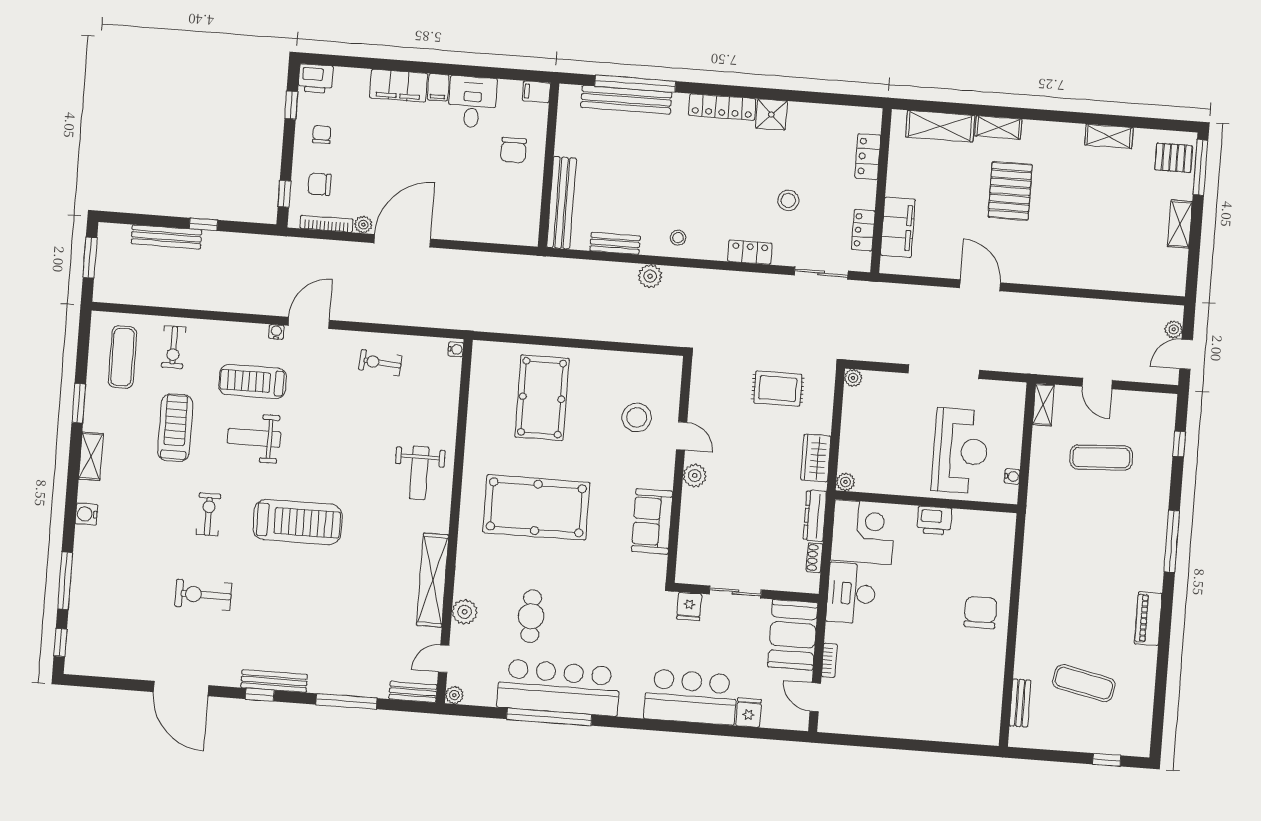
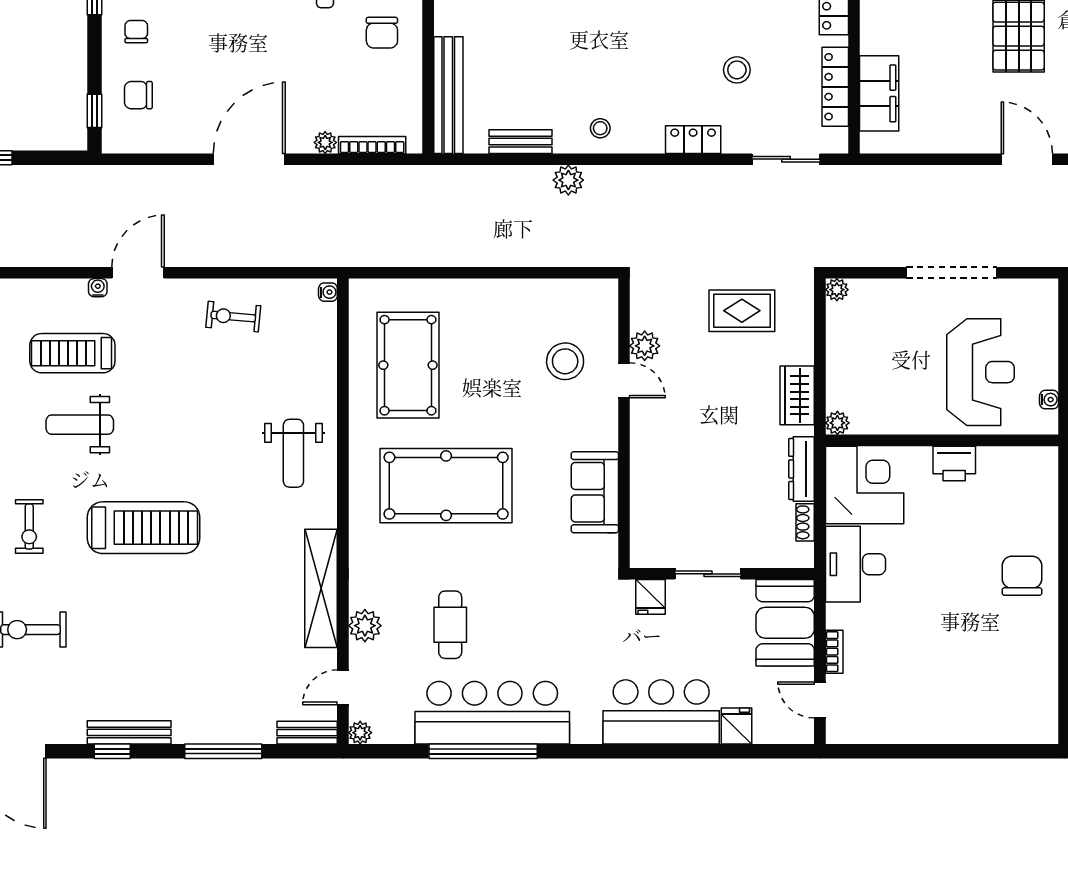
bookcase: (327, 224) -> (372, 145), moved
plant: (363, 225) -> (325, 142), moved
locker: (863, 230) -> (835, 87), width x1.53
door: (980, 285) -> (1027, 159), moved
pool table: (542, 398) -> (408, 365), moved
plant: (695, 475) -> (645, 346), moved
exercise bike: (208, 514) -> (29, 527), turned 180

